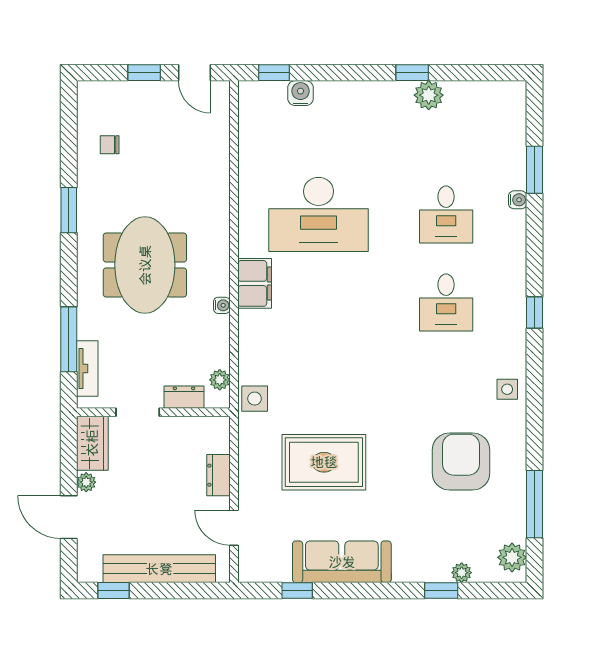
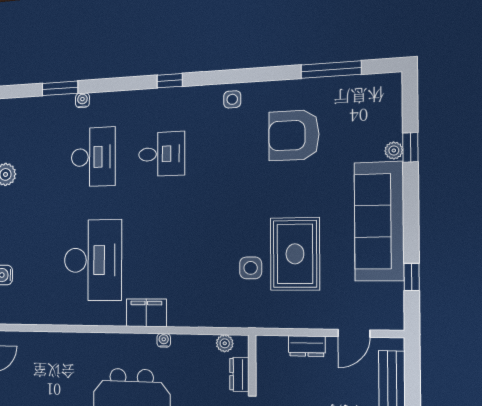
desk: (446, 214) -> (93, 157), width x1.37
side table: (255, 399) -> (251, 268), moved
plant: (512, 557) -> (379, 86), removed
sofa: (342, 562) -> (379, 221), width x1.36, depth x1.27
plant: (462, 573) -> (394, 150), moved

